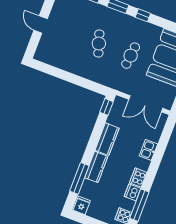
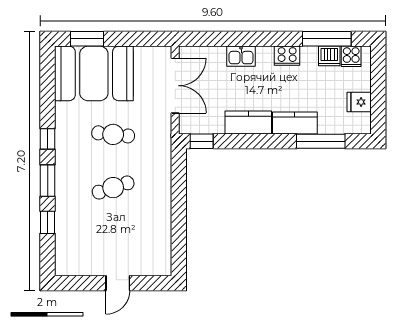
dishwasher: (132, 192) -> (329, 56), moved
fridge: (82, 205) -> (359, 102), moved

